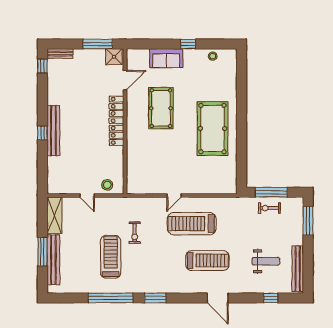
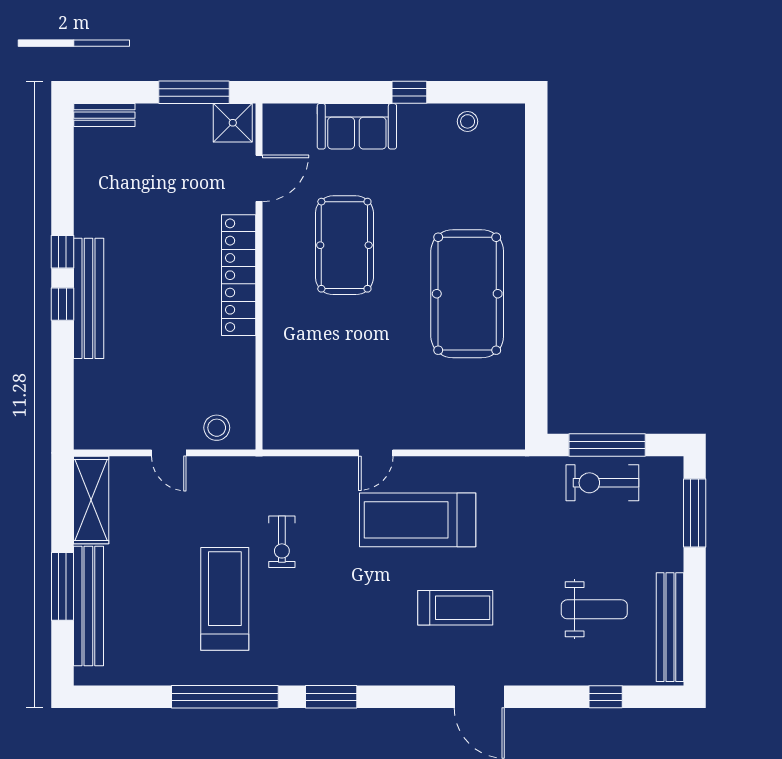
window: (42, 66) -> (62, 252), moved
exercise bike: (269, 208) -> (602, 483), width x1.38, depth x1.39
treadmill: (207, 261) -> (455, 608), width x0.73, depth x0.73

